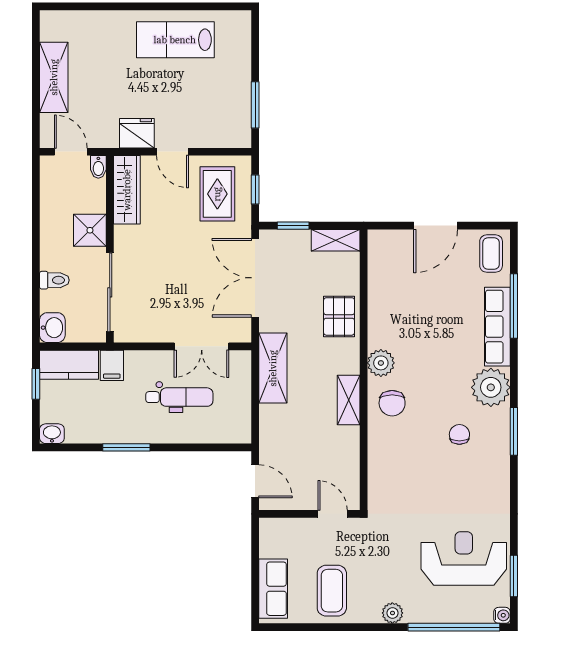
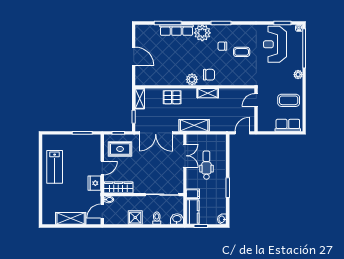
shower: (90, 230) -> (135, 218), moved
coffee table: (491, 254) -> (242, 52), moved

